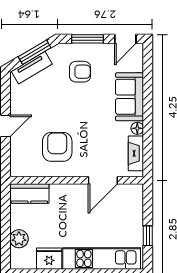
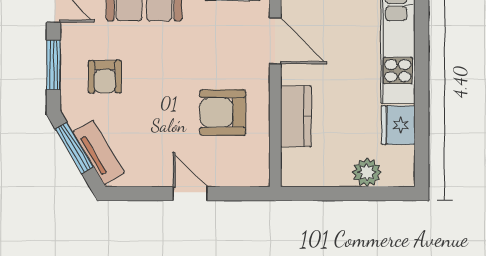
armchair: (80, 72) -> (105, 77), turned 180
kitchen counter: (29, 194) -> (296, 116), moved

